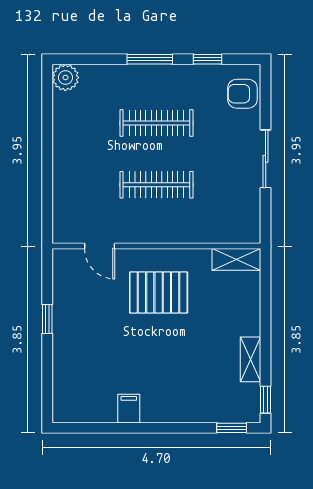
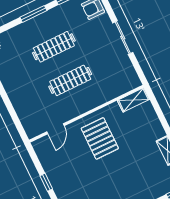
door: (100, 246) -> (55, 129), hinge flipped
pallet: (159, 292) -> (100, 138), turned 90

